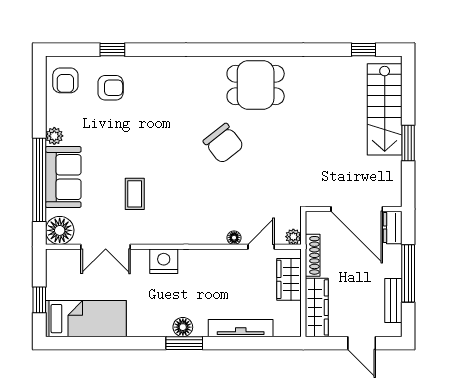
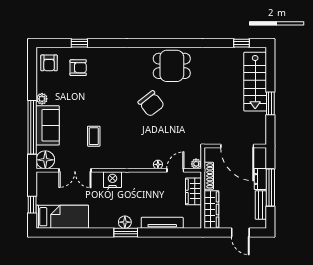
dresser: (393, 227) -> (260, 179), moved

